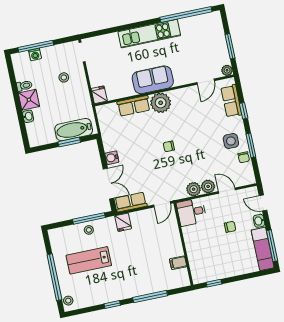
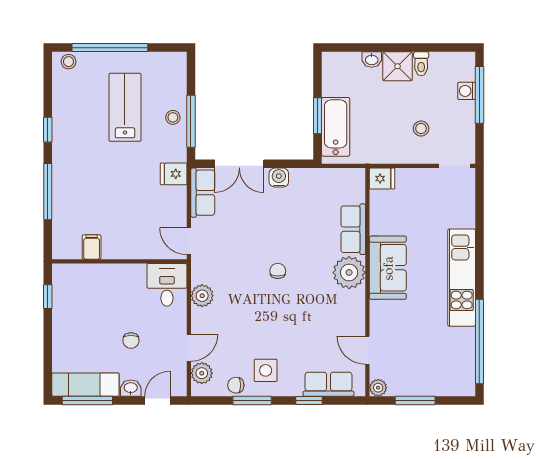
plant: (208, 186) -> (202, 373), moved

